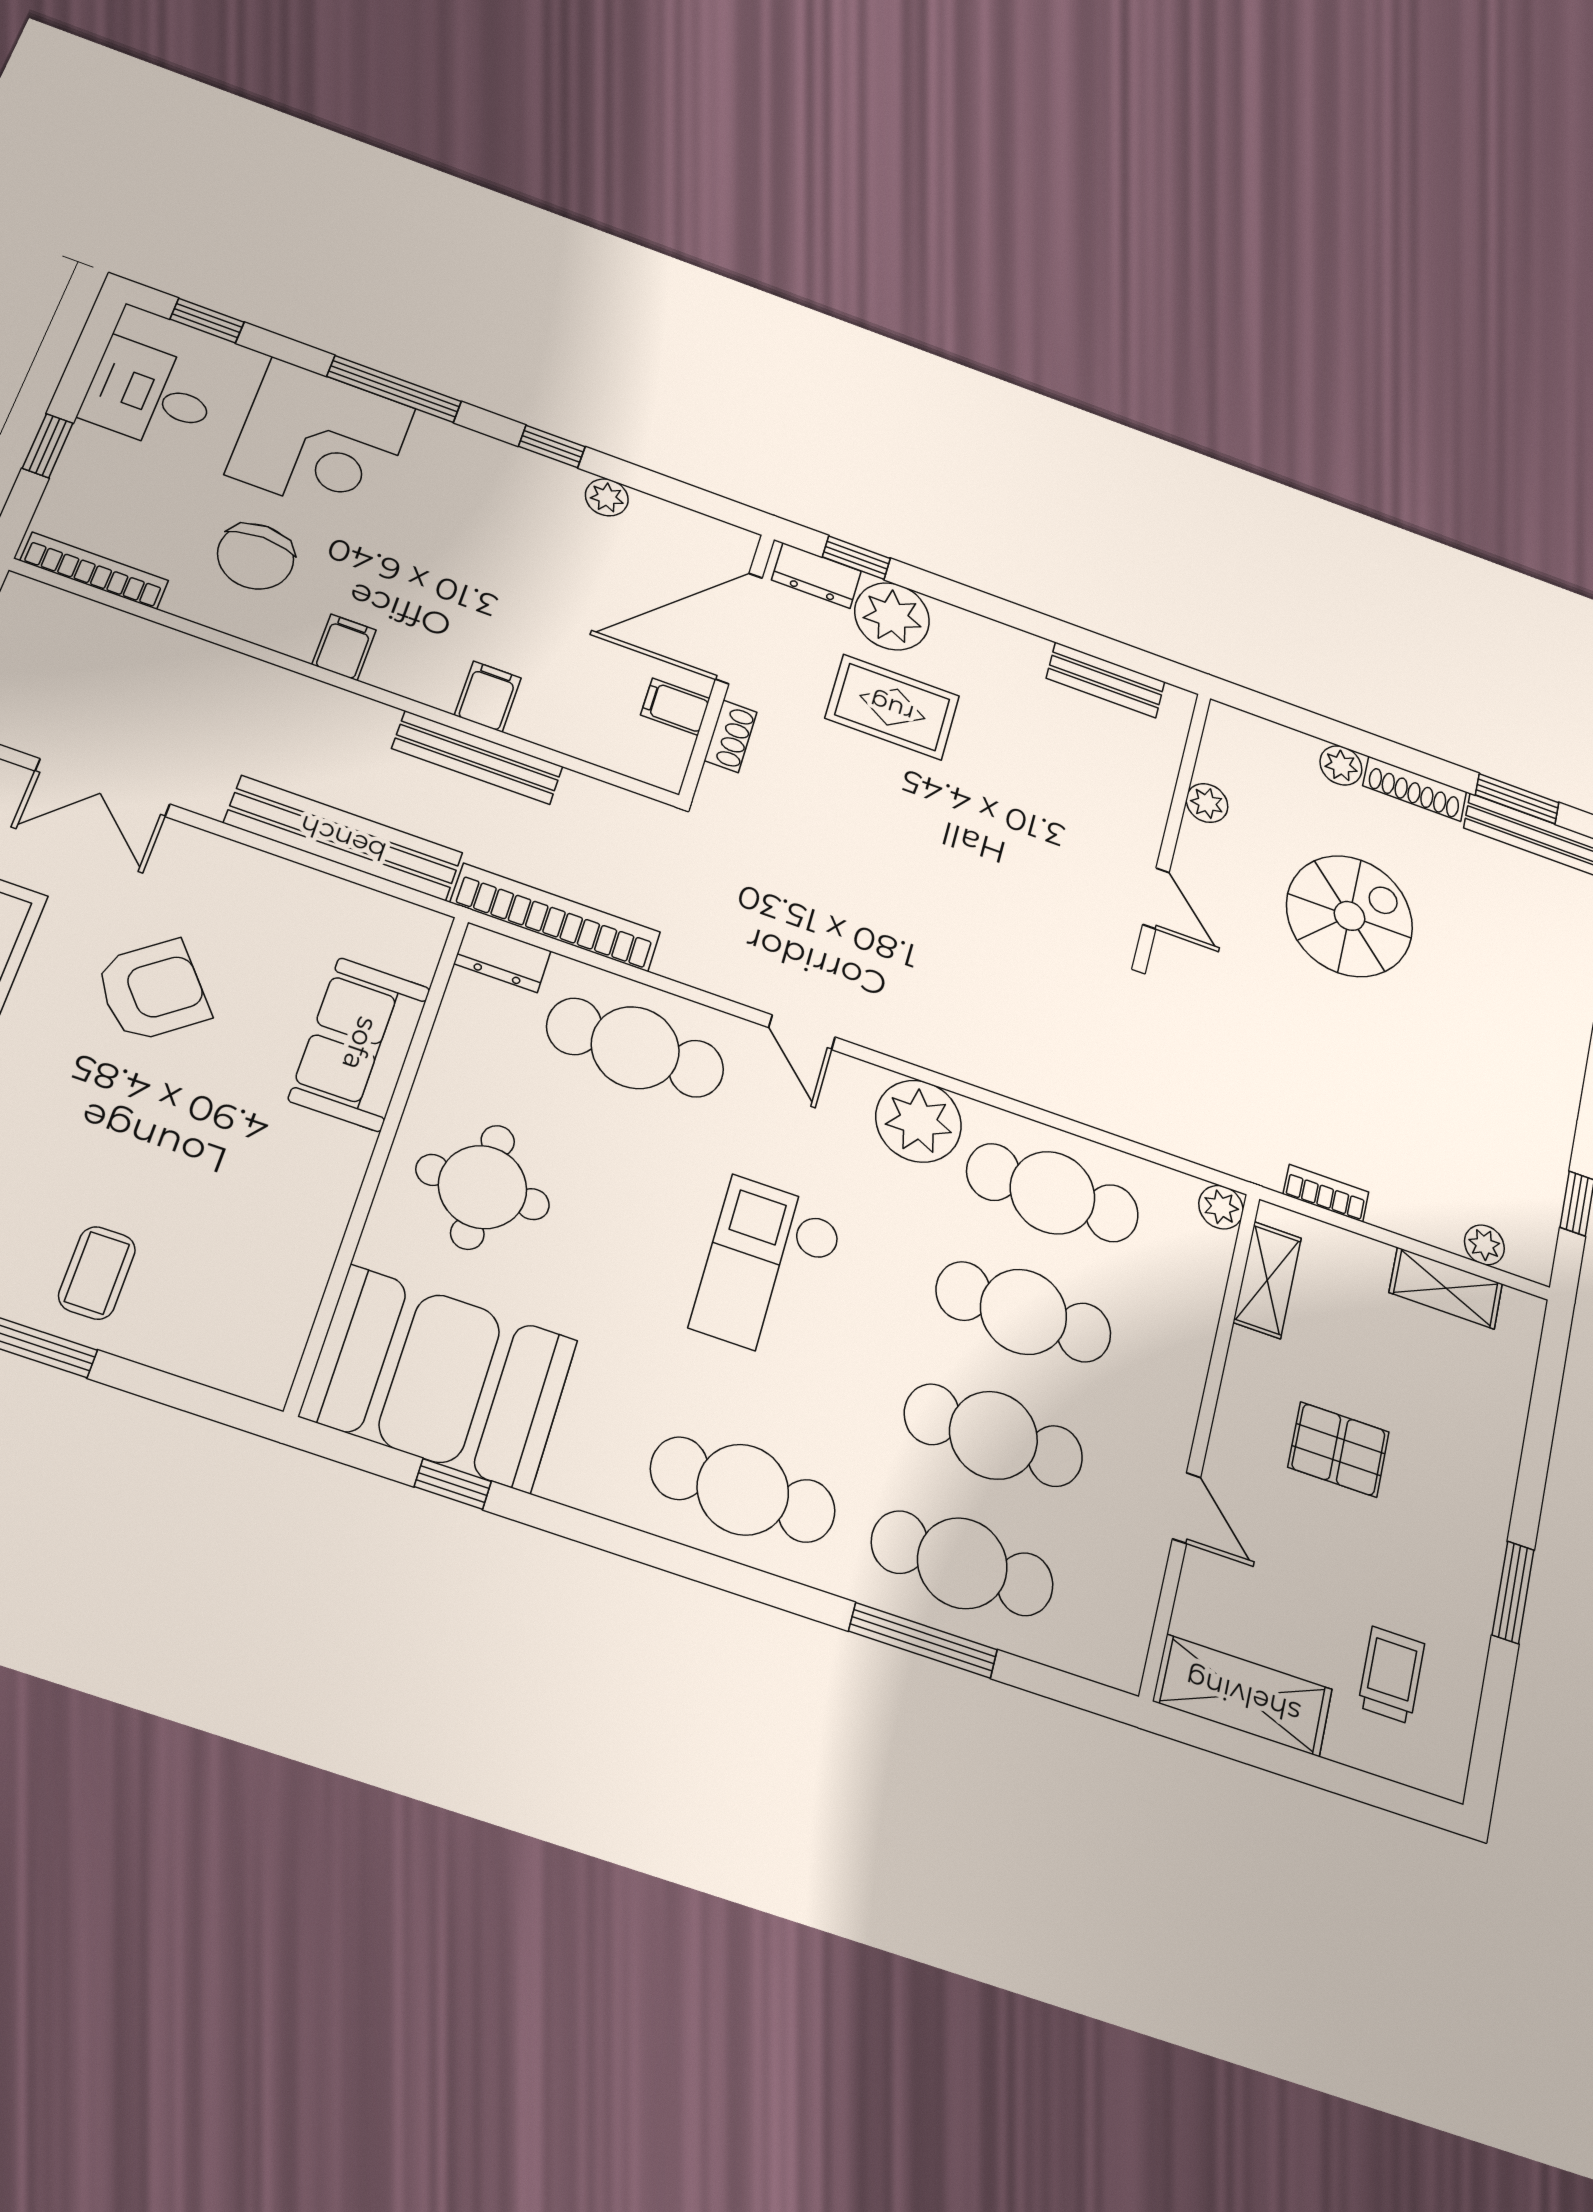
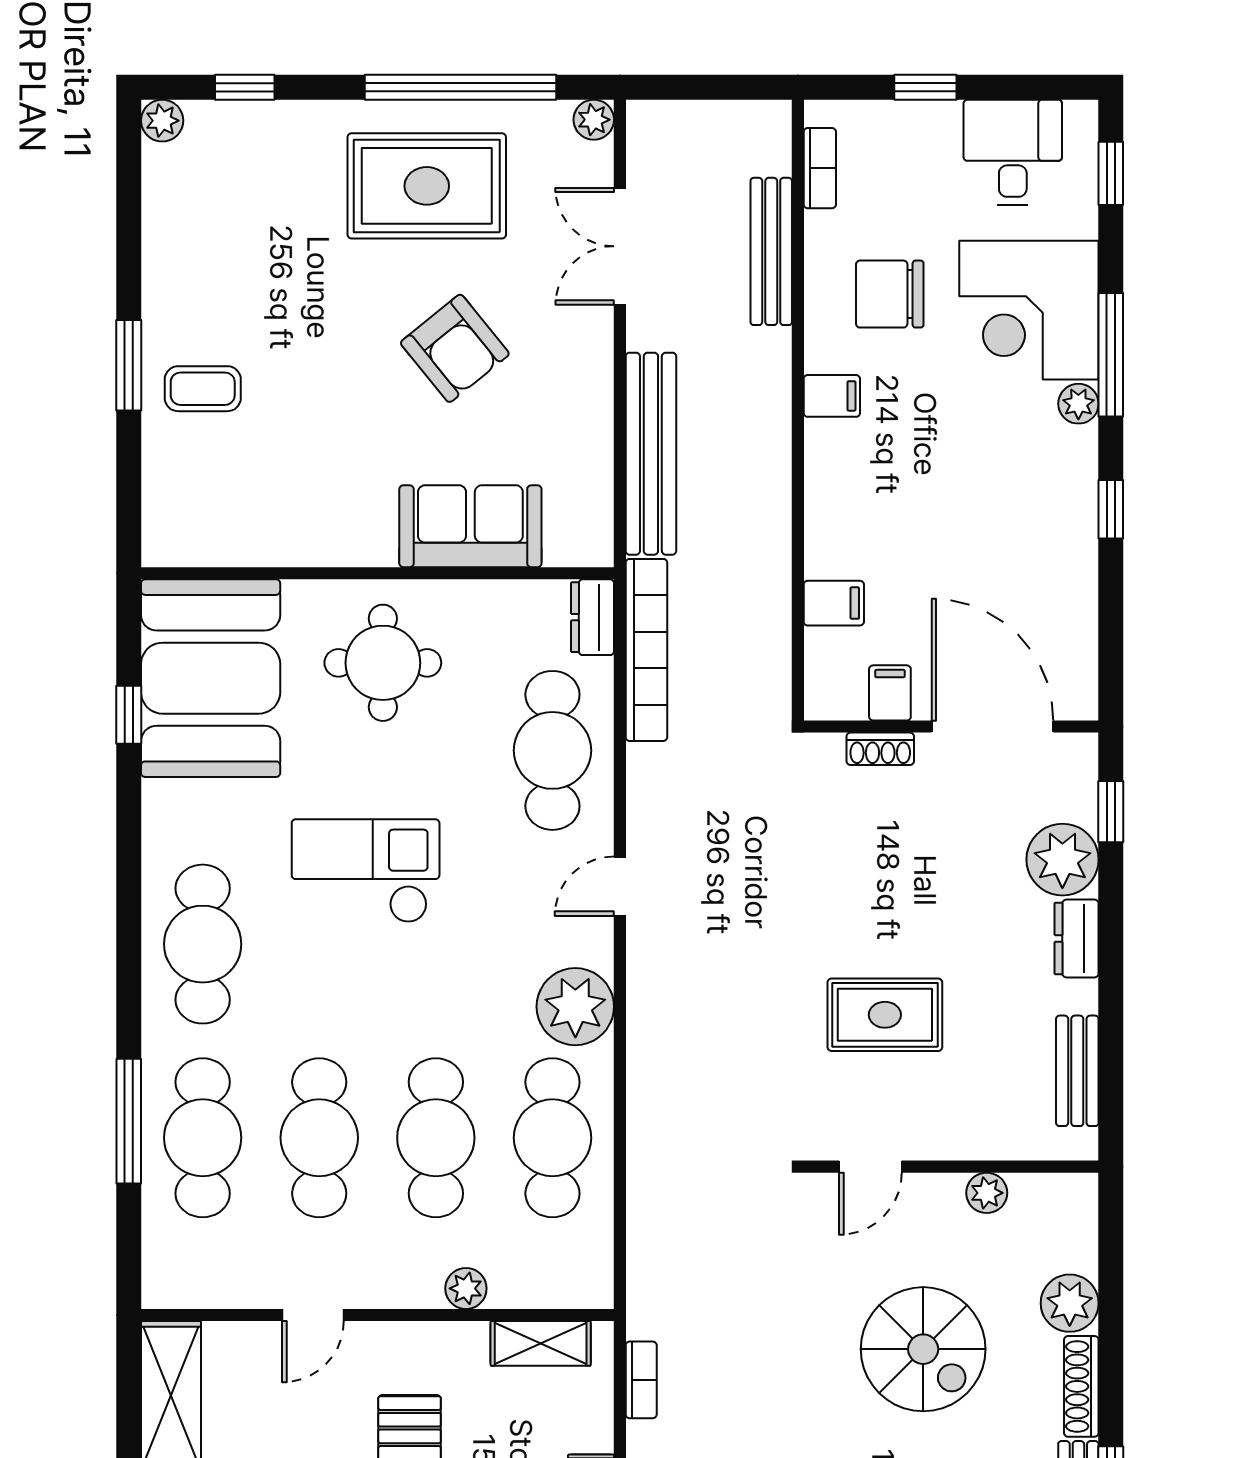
plant: (607, 497) -> (1078, 404), moved
bookcase: (94, 571) -> (820, 168), width x0.64
dresser: (816, 576) -> (1077, 938), moved
filing cabinet: (488, 697) -> (834, 603), moved
rug: (892, 707) -> (885, 1015), moved, turned 90
bench: (477, 758) -> (771, 251), moved
plant: (1341, 766) -> (1070, 1303), width x1.38, depth x1.38
plant: (1221, 1207) -> (466, 1288), moved
checkout: (768, 1270) -> (366, 871), moved

